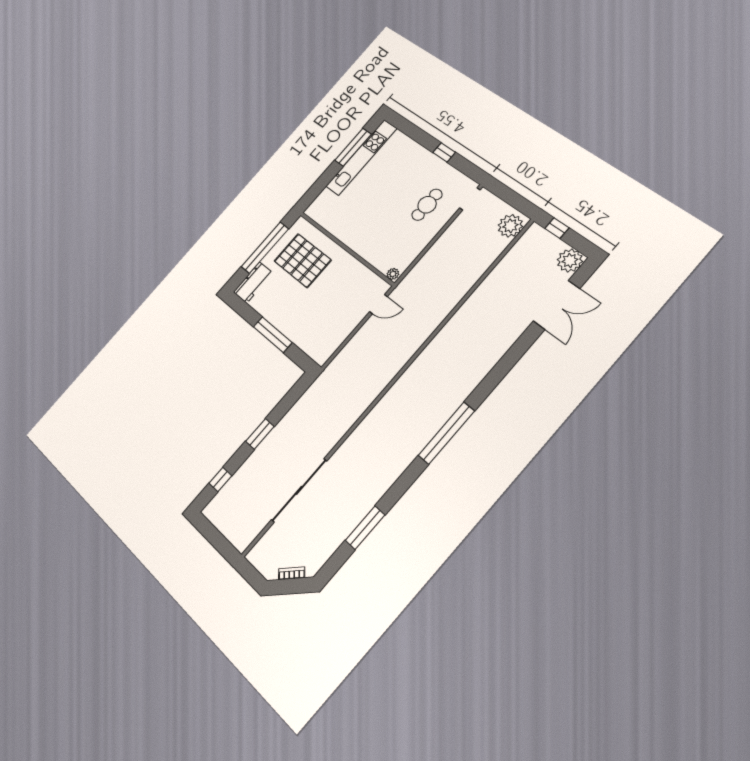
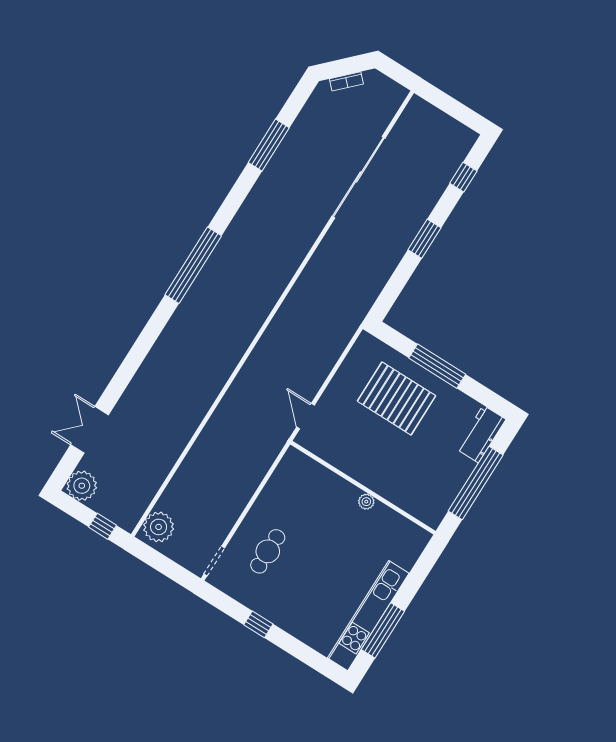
pallet: (303, 261) -> (397, 398), moved
plant: (393, 274) -> (366, 502), moved
door: (379, 304) -> (306, 416), hinge flipped
double door: (557, 305) -> (90, 430), width x0.73

